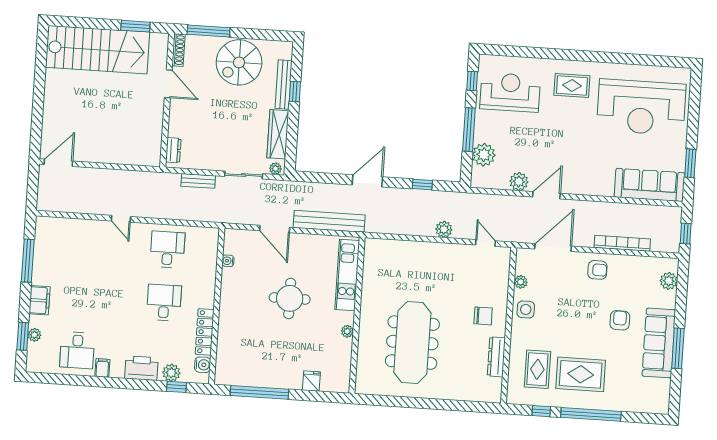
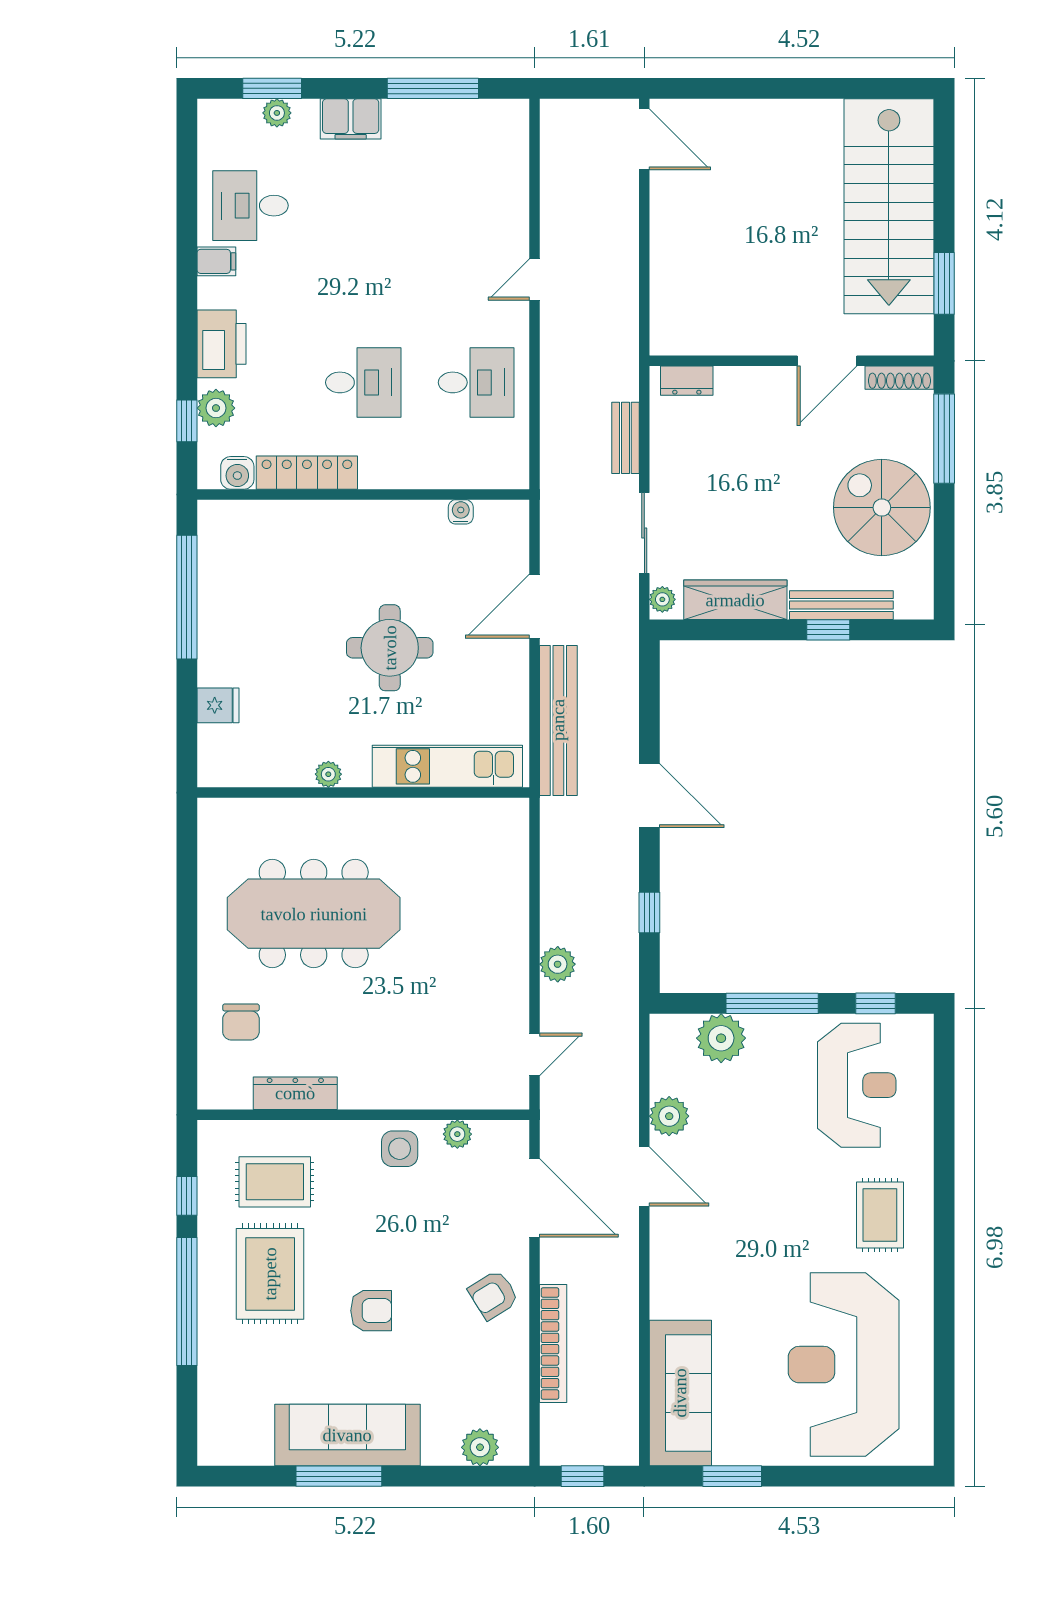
armchair: (597, 270) -> (493, 1295), turned 58
chair: (483, 316) -> (241, 1022), moved
armchair: (620, 320) -> (371, 1311), moved

